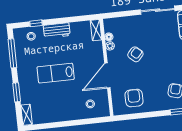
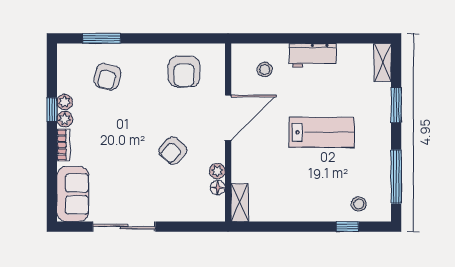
workbench: (57, 30) -> (313, 55), moved, turned 180

